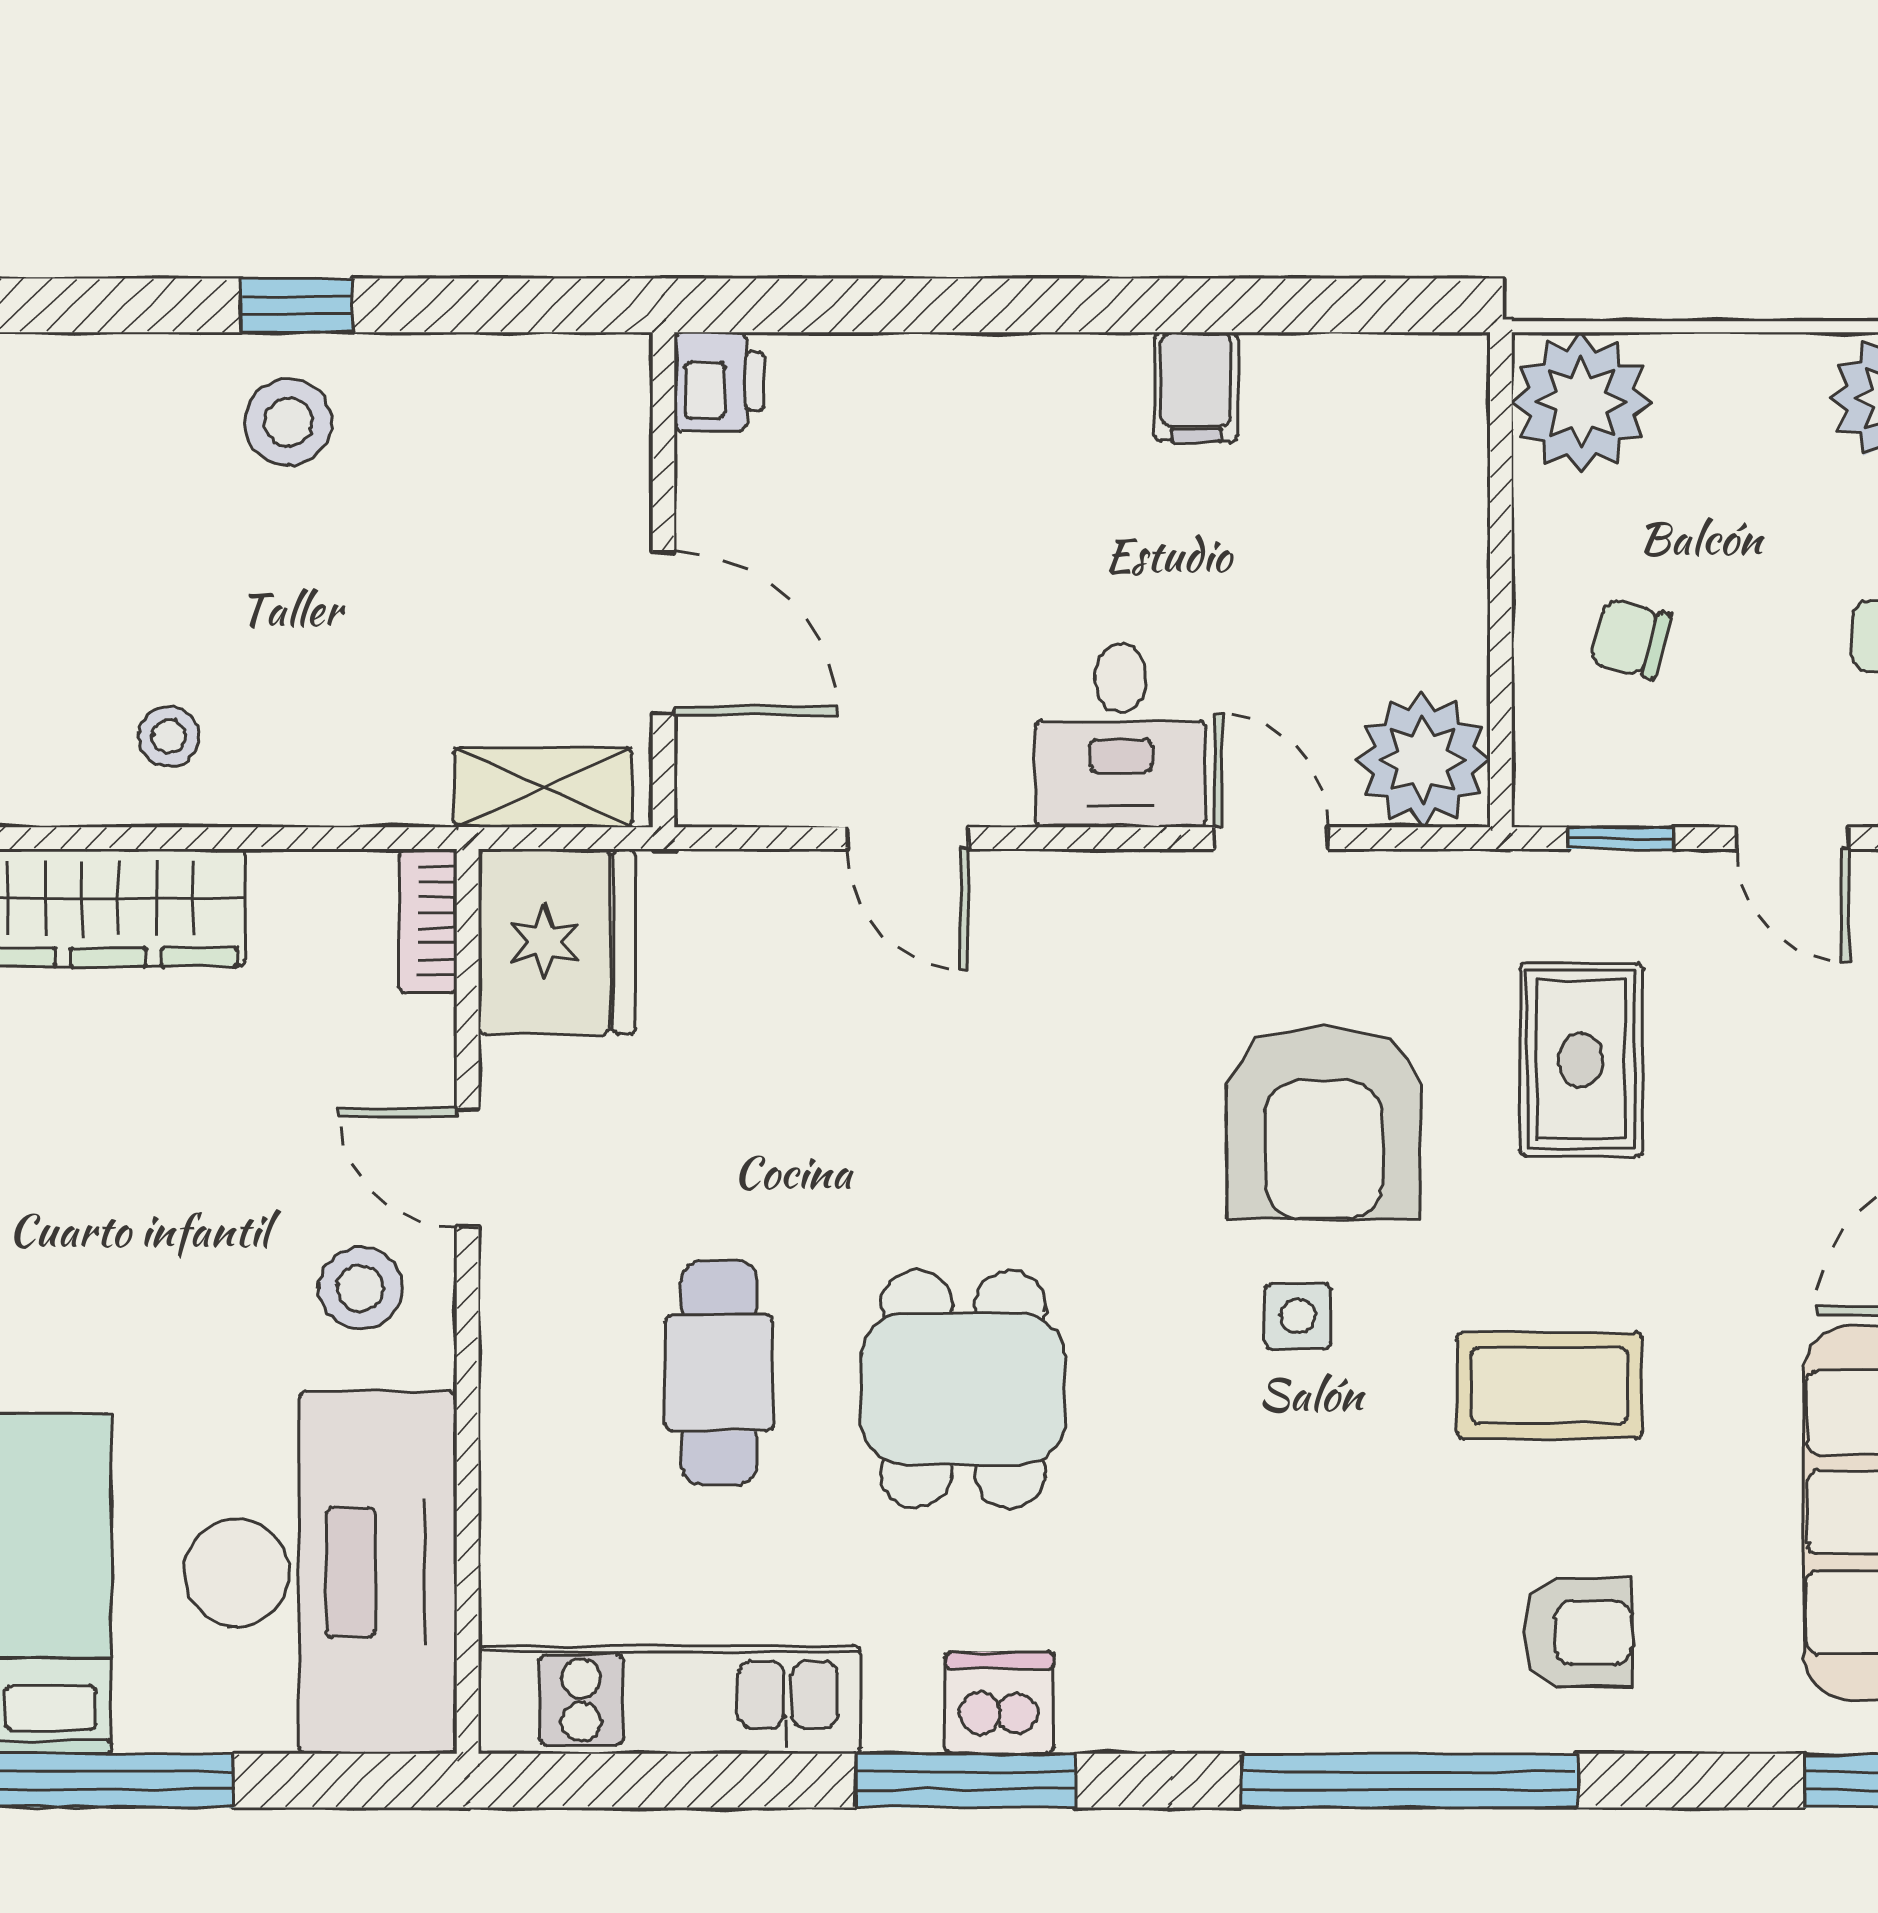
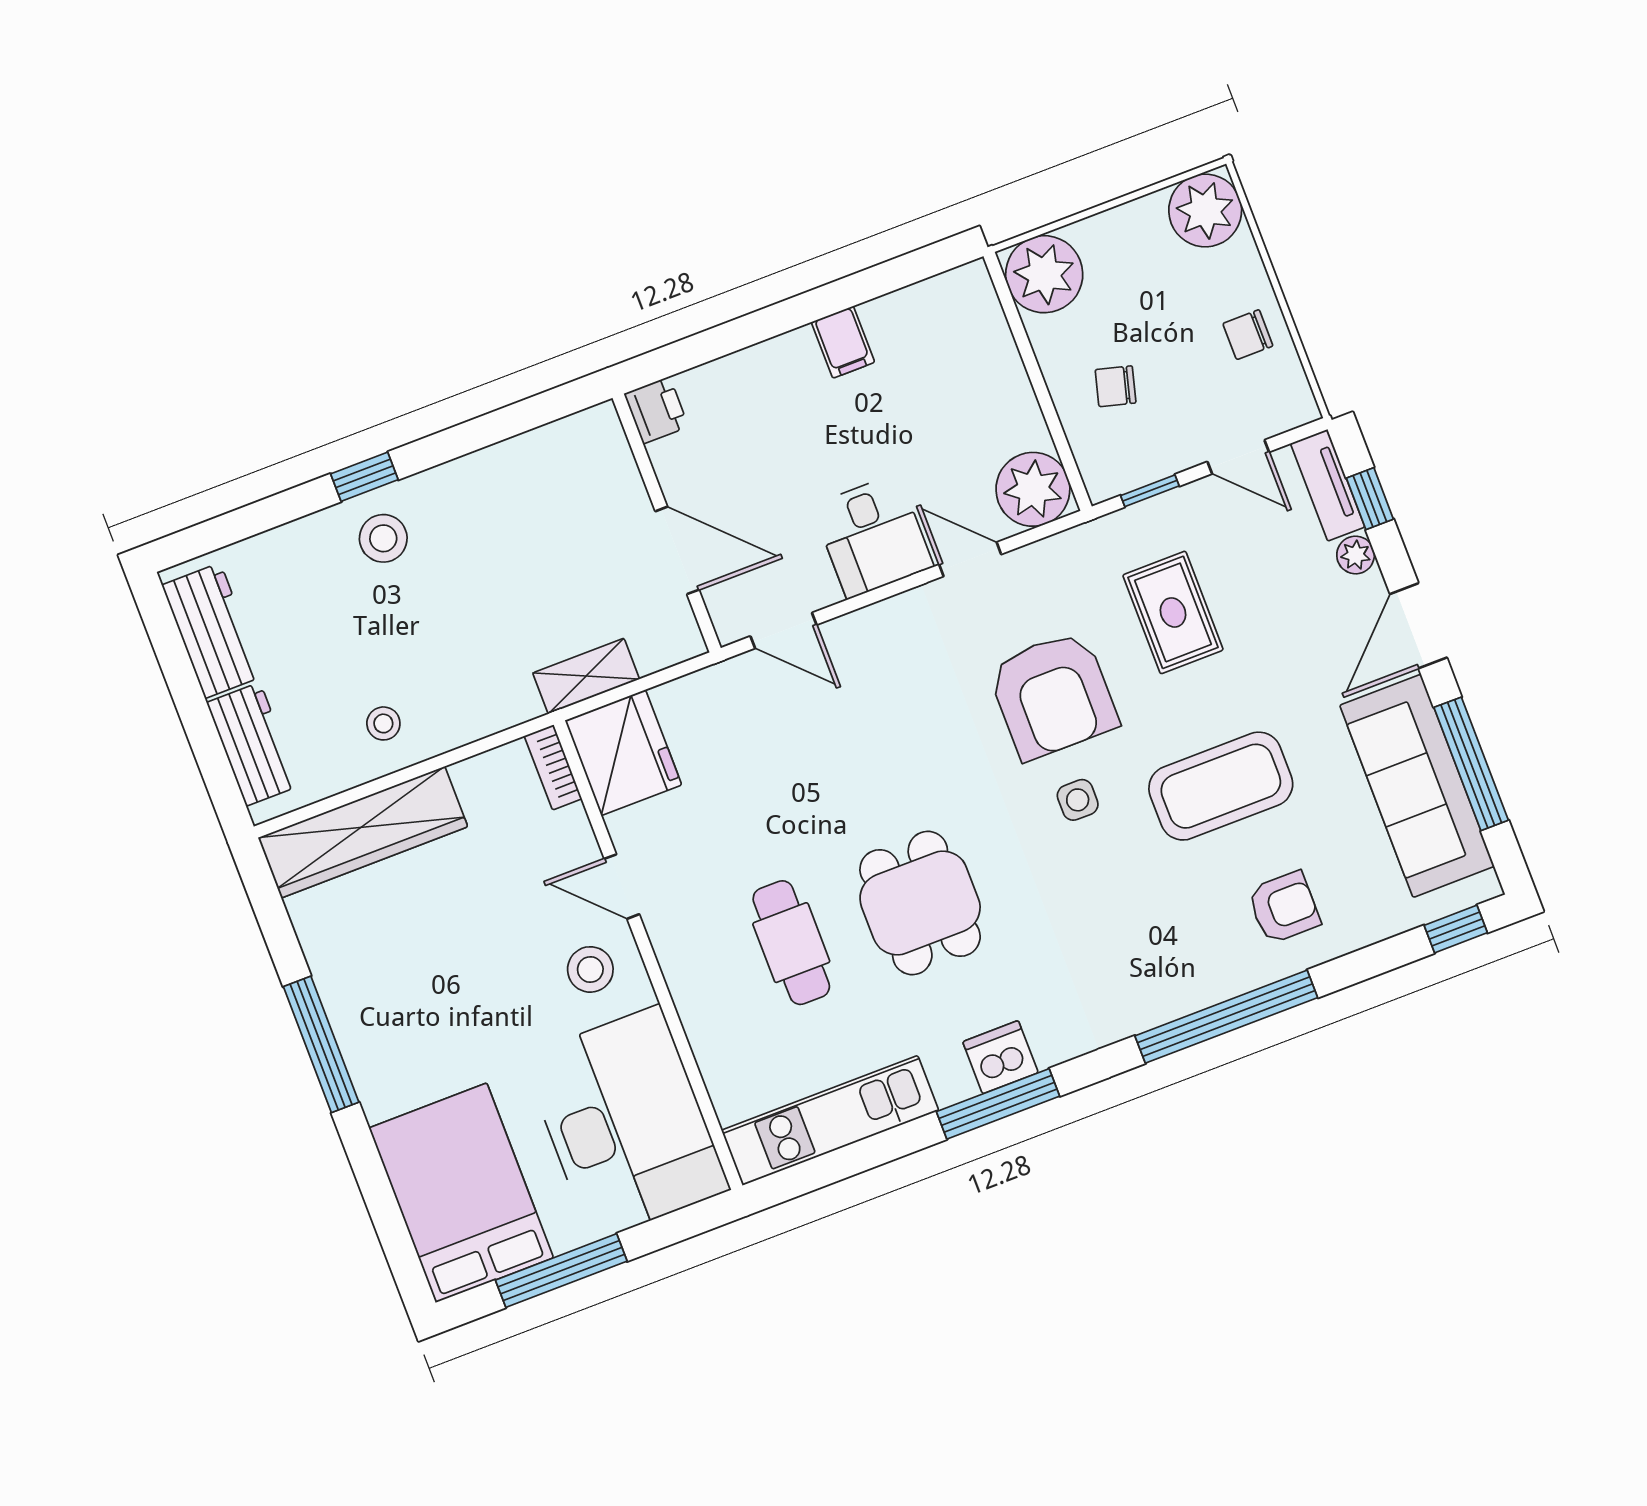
printer: (719, 381) -> (656, 410), moved
wall: (664, 580) -> (667, 523), moved
door: (664, 633) -> (677, 550), moved
coffee table: (1550, 1386) -> (1221, 786), width x1.36, depth x1.32

